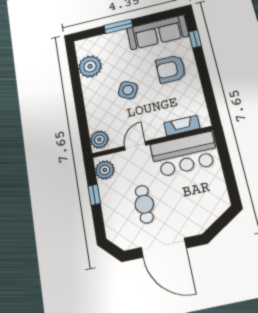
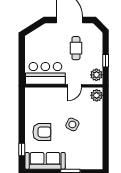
plant: (90, 66) -> (94, 148), removed
fireplace: (182, 126) -> (43, 92), removed

